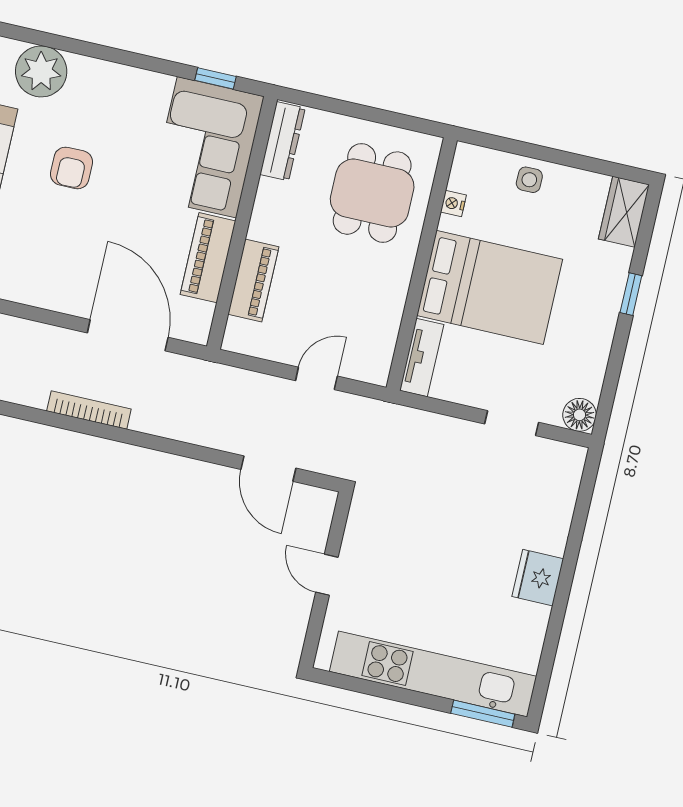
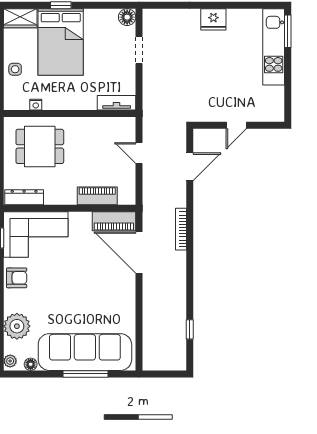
armchair: (72, 168) -> (17, 278), moved
piano: (208, 258) -> (114, 221), moved
bed: (490, 287) -> (61, 42), moved, turned 180
door: (128, 335) -> (139, 253), hinge flipped
bookcase: (89, 410) -> (181, 229), moved
kitchen unit: (433, 674) -> (274, 47), width x0.73

